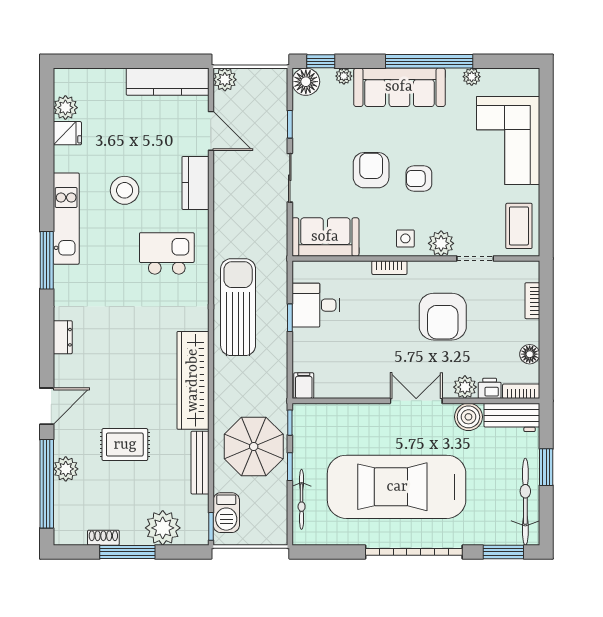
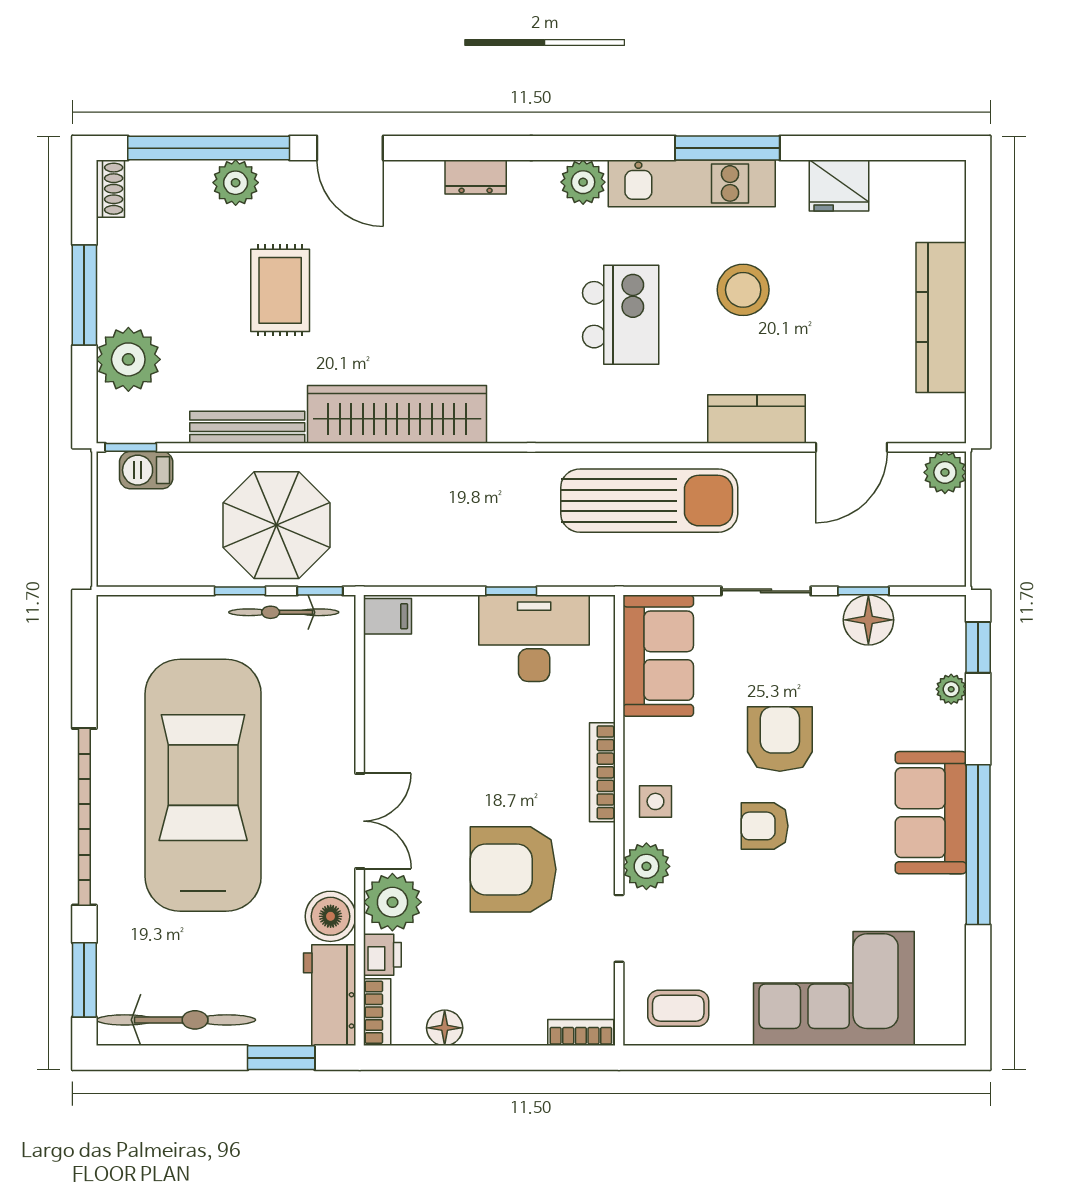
plant: (472, 77) -> (950, 922), removed
kitchen counter: (168, 82) -> (941, 317), moved
floor lamp: (306, 82) -> (868, 620), moved
sofa: (399, 87) -> (931, 813), width x0.73
plant: (65, 108) -> (583, 182), moved
fridge: (67, 133) -> (839, 186), width x1.38
armchair: (371, 170) -> (780, 739), turned -90
armchair: (419, 178) -> (765, 826), turned -90
coffee table: (519, 226) -> (678, 1008), width x0.73, depth x0.77
kitchen island: (167, 253) -> (621, 315), moved
window: (47, 260) -> (727, 148), moved
bookcase: (389, 268) -> (602, 772), width x1.56
bookcase: (532, 301) -> (581, 1033), moved
desk: (316, 305) -> (534, 638), width x1.37
sun lounger: (238, 307) -> (649, 501), moved
plant: (465, 387) -> (392, 902), width x1.36, depth x1.36
window: (546, 467) -> (281, 1058), moved
bicycle: (302, 499) -> (284, 612), moved
barbecue: (226, 513) -> (146, 470), width x0.73, depth x0.79
shoe rack: (103, 538) -> (110, 189), moved

